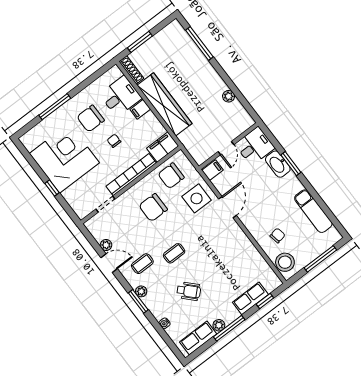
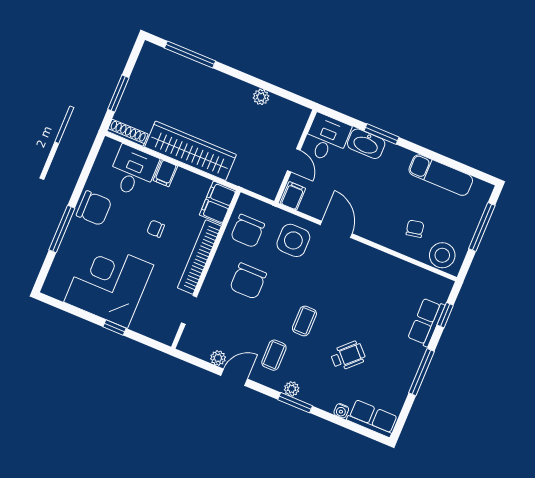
chair: (91, 119) -> (94, 208), moved, turned -90
plant: (219, 325) -> (407, 376), removed
row of seats: (198, 338) -> (372, 418), moved, turned 90

